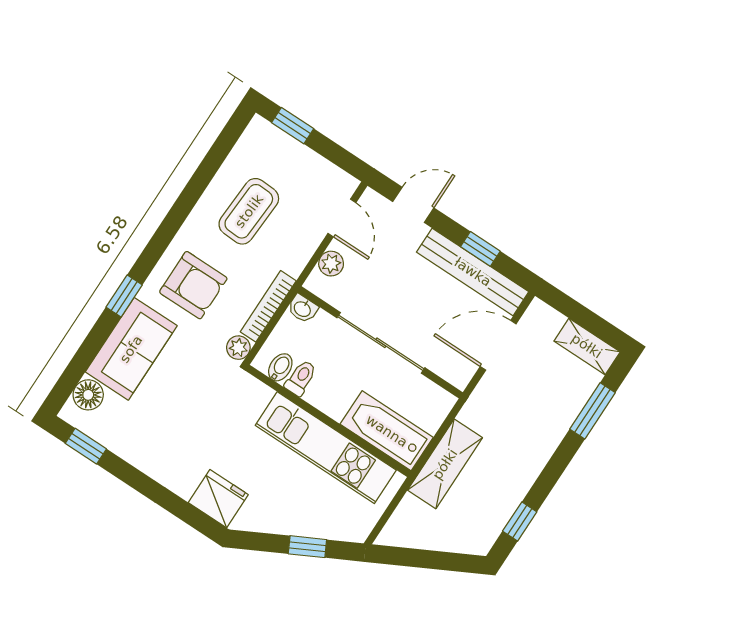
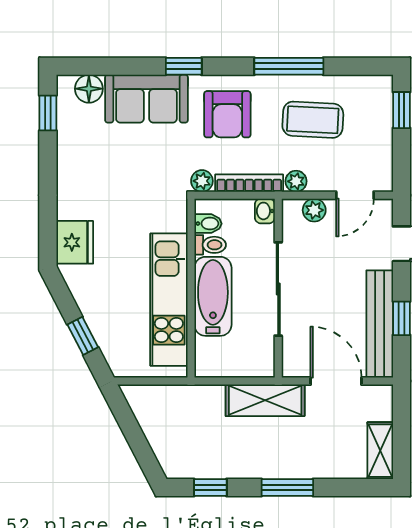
window: (186, 201) -> (289, 66), added
plant: (294, 263) -> (296, 181), added
window: (592, 411) -> (287, 487), moved
bathtub: (387, 431) -> (213, 296), moved
shelving: (445, 464) -> (265, 400), moved

